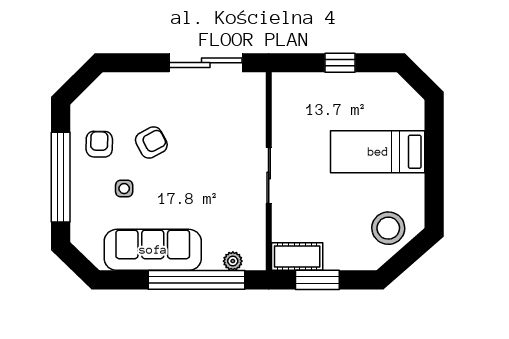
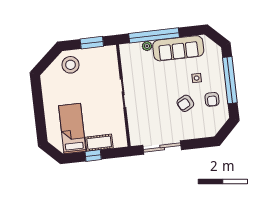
bed: (378, 152) -> (72, 129), moved, turned -90
stool: (388, 228) -> (70, 65), moved
cot: (297, 256) -> (99, 143), moved
plant: (233, 261) -> (147, 46), moved

